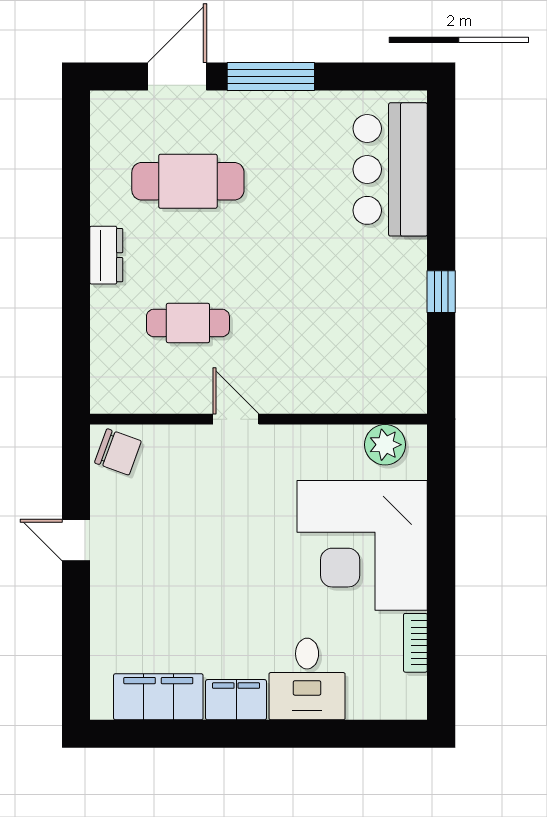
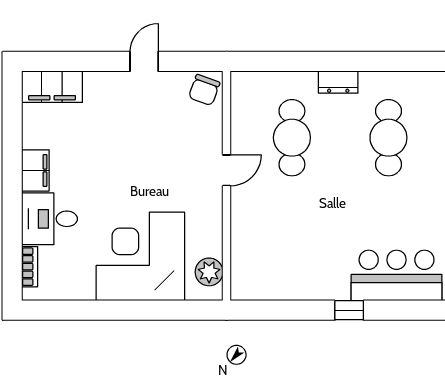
window: (441, 292) -> (349, 310), moved
cafe table: (188, 323) -> (292, 138), width x1.37, depth x1.35
bookcase: (415, 643) -> (30, 267), moved, turned 90
filing cabinet: (158, 697) -> (52, 87), moved, turned 90

